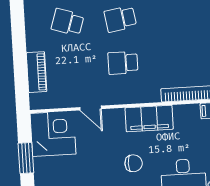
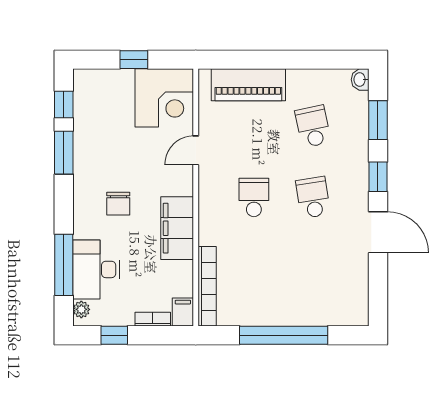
school desk: (68, 22) -> (313, 126), turned -30
piano: (37, 72) -> (248, 85), width x1.37, depth x1.33
window: (26, 158) -> (134, 60), width x0.67

